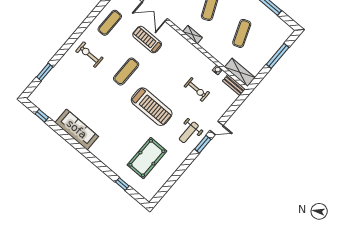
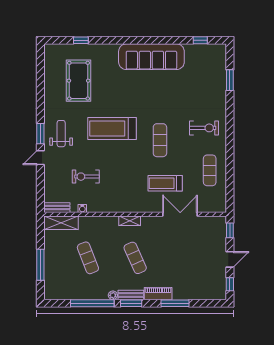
treadmill: (147, 40) -> (165, 183), turned 180
sofa: (77, 129) -> (151, 57), width x1.36, depth x1.27

